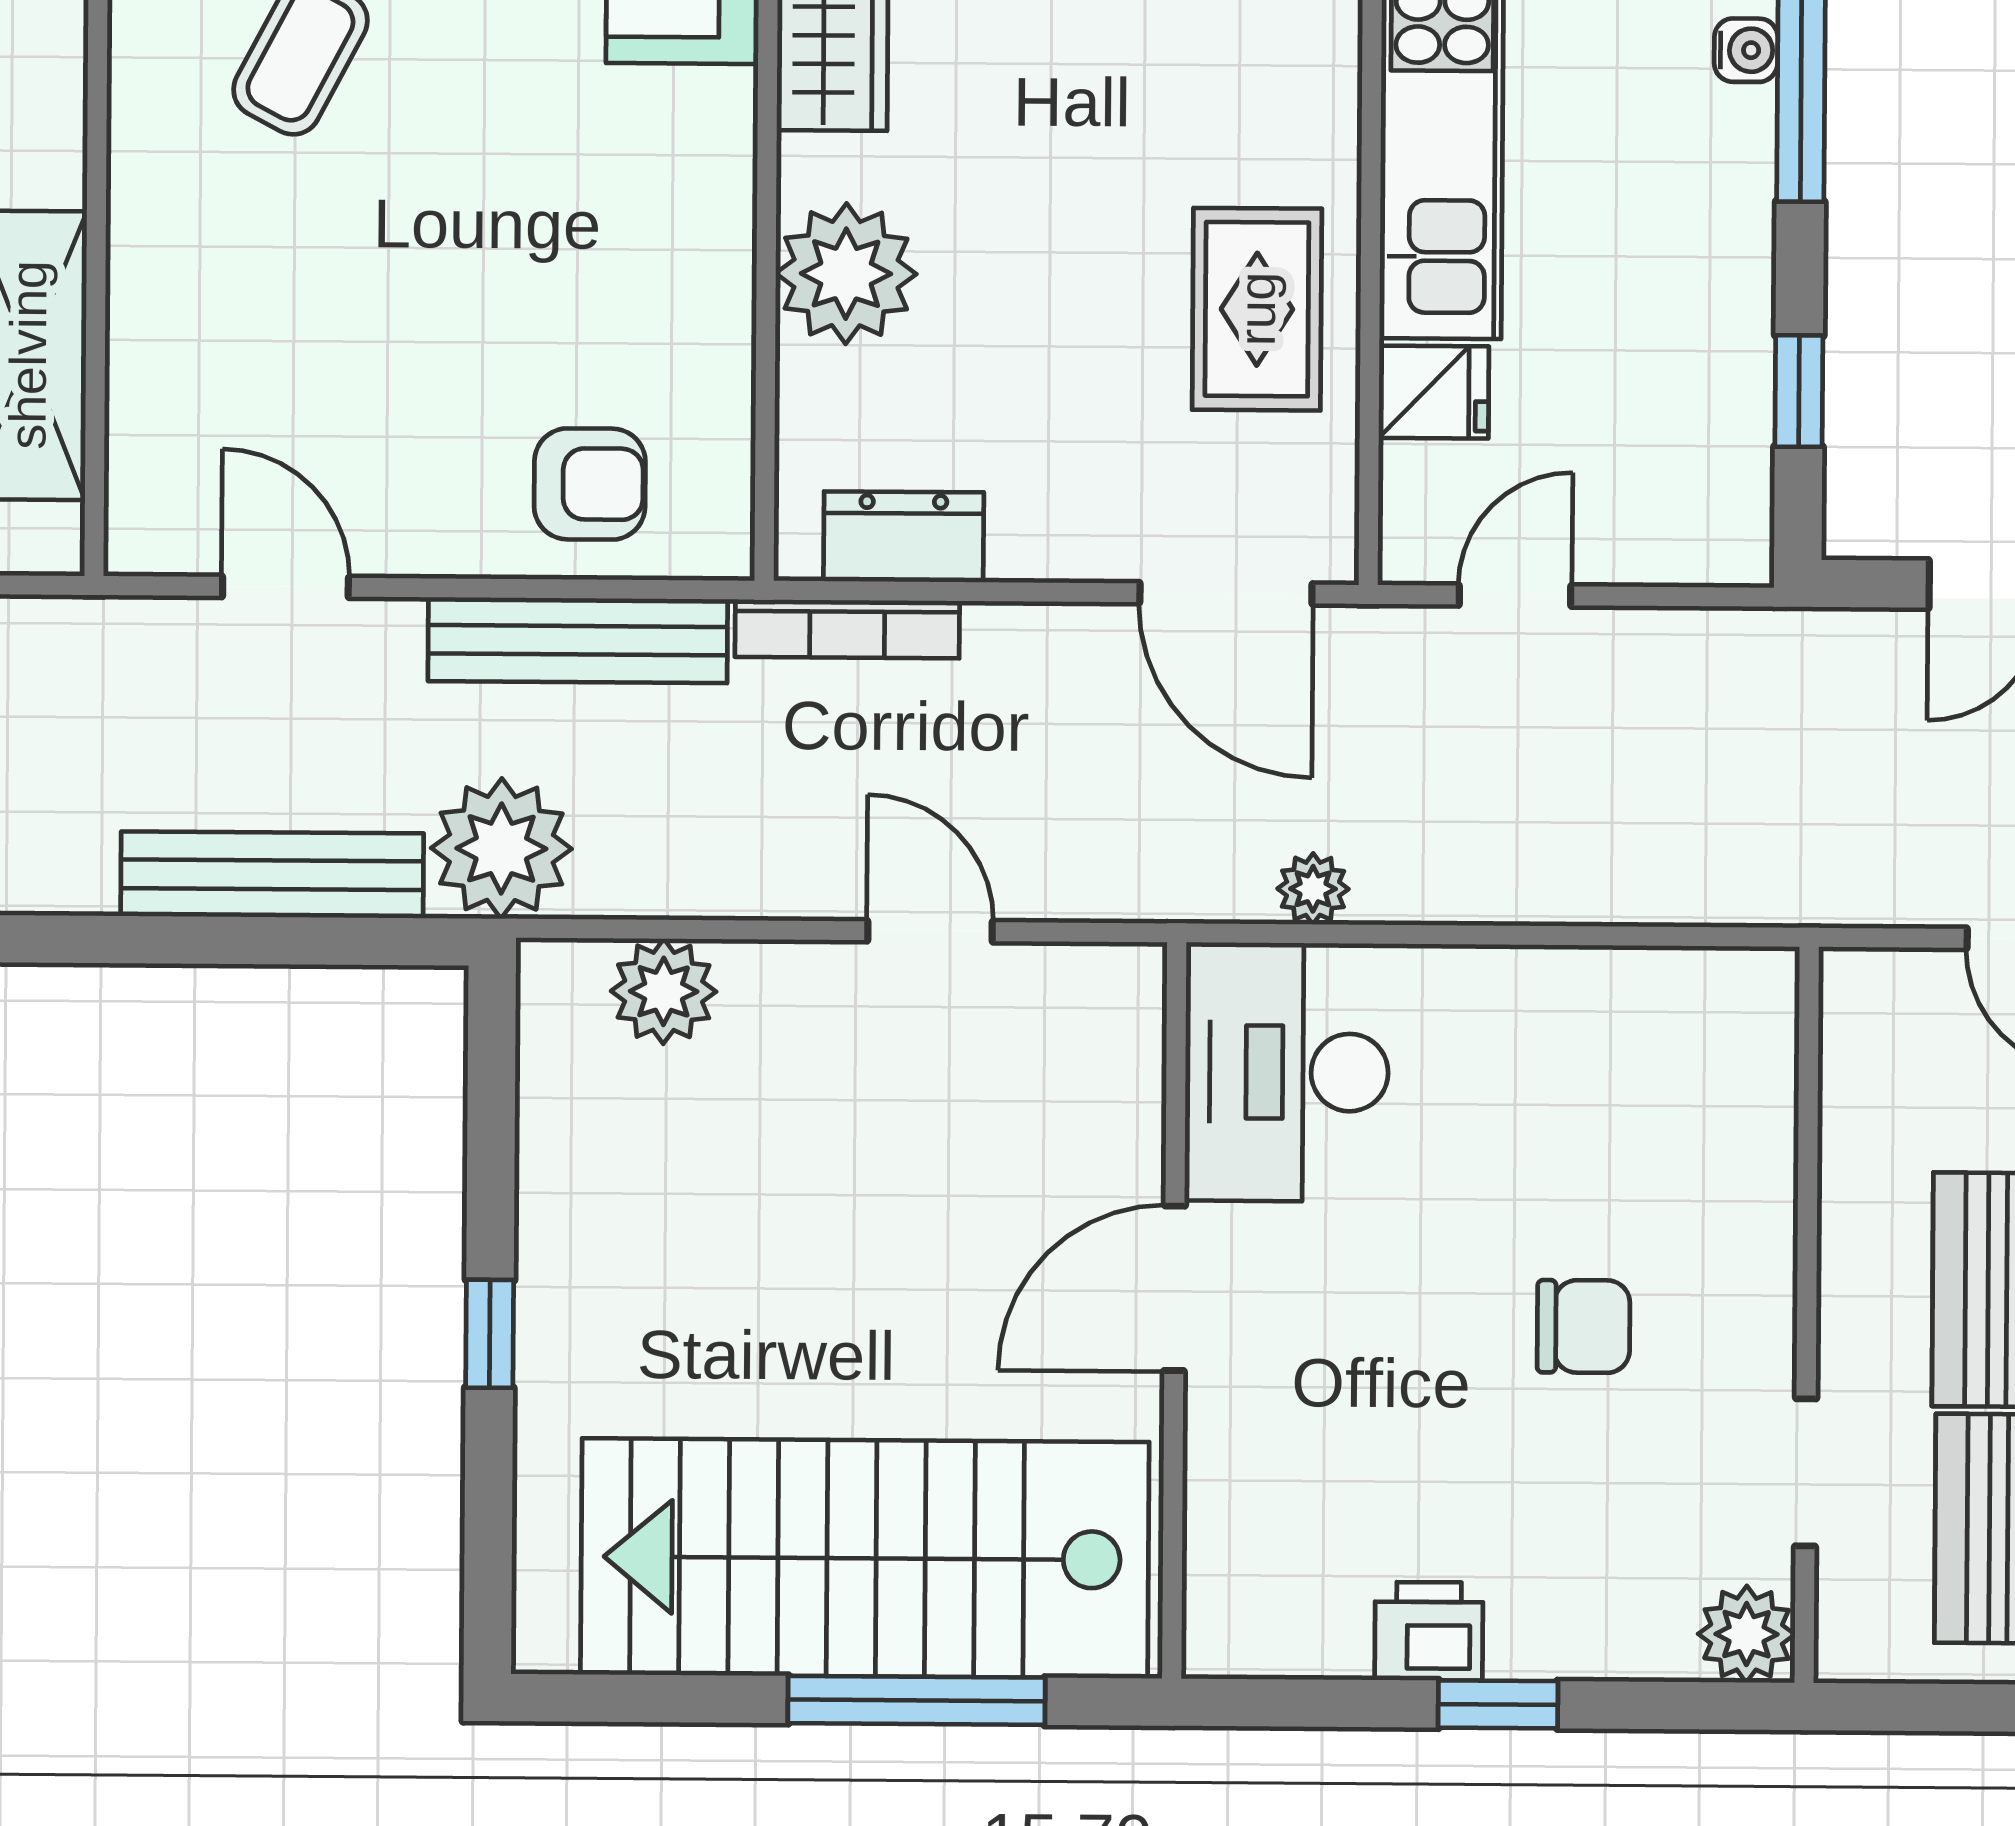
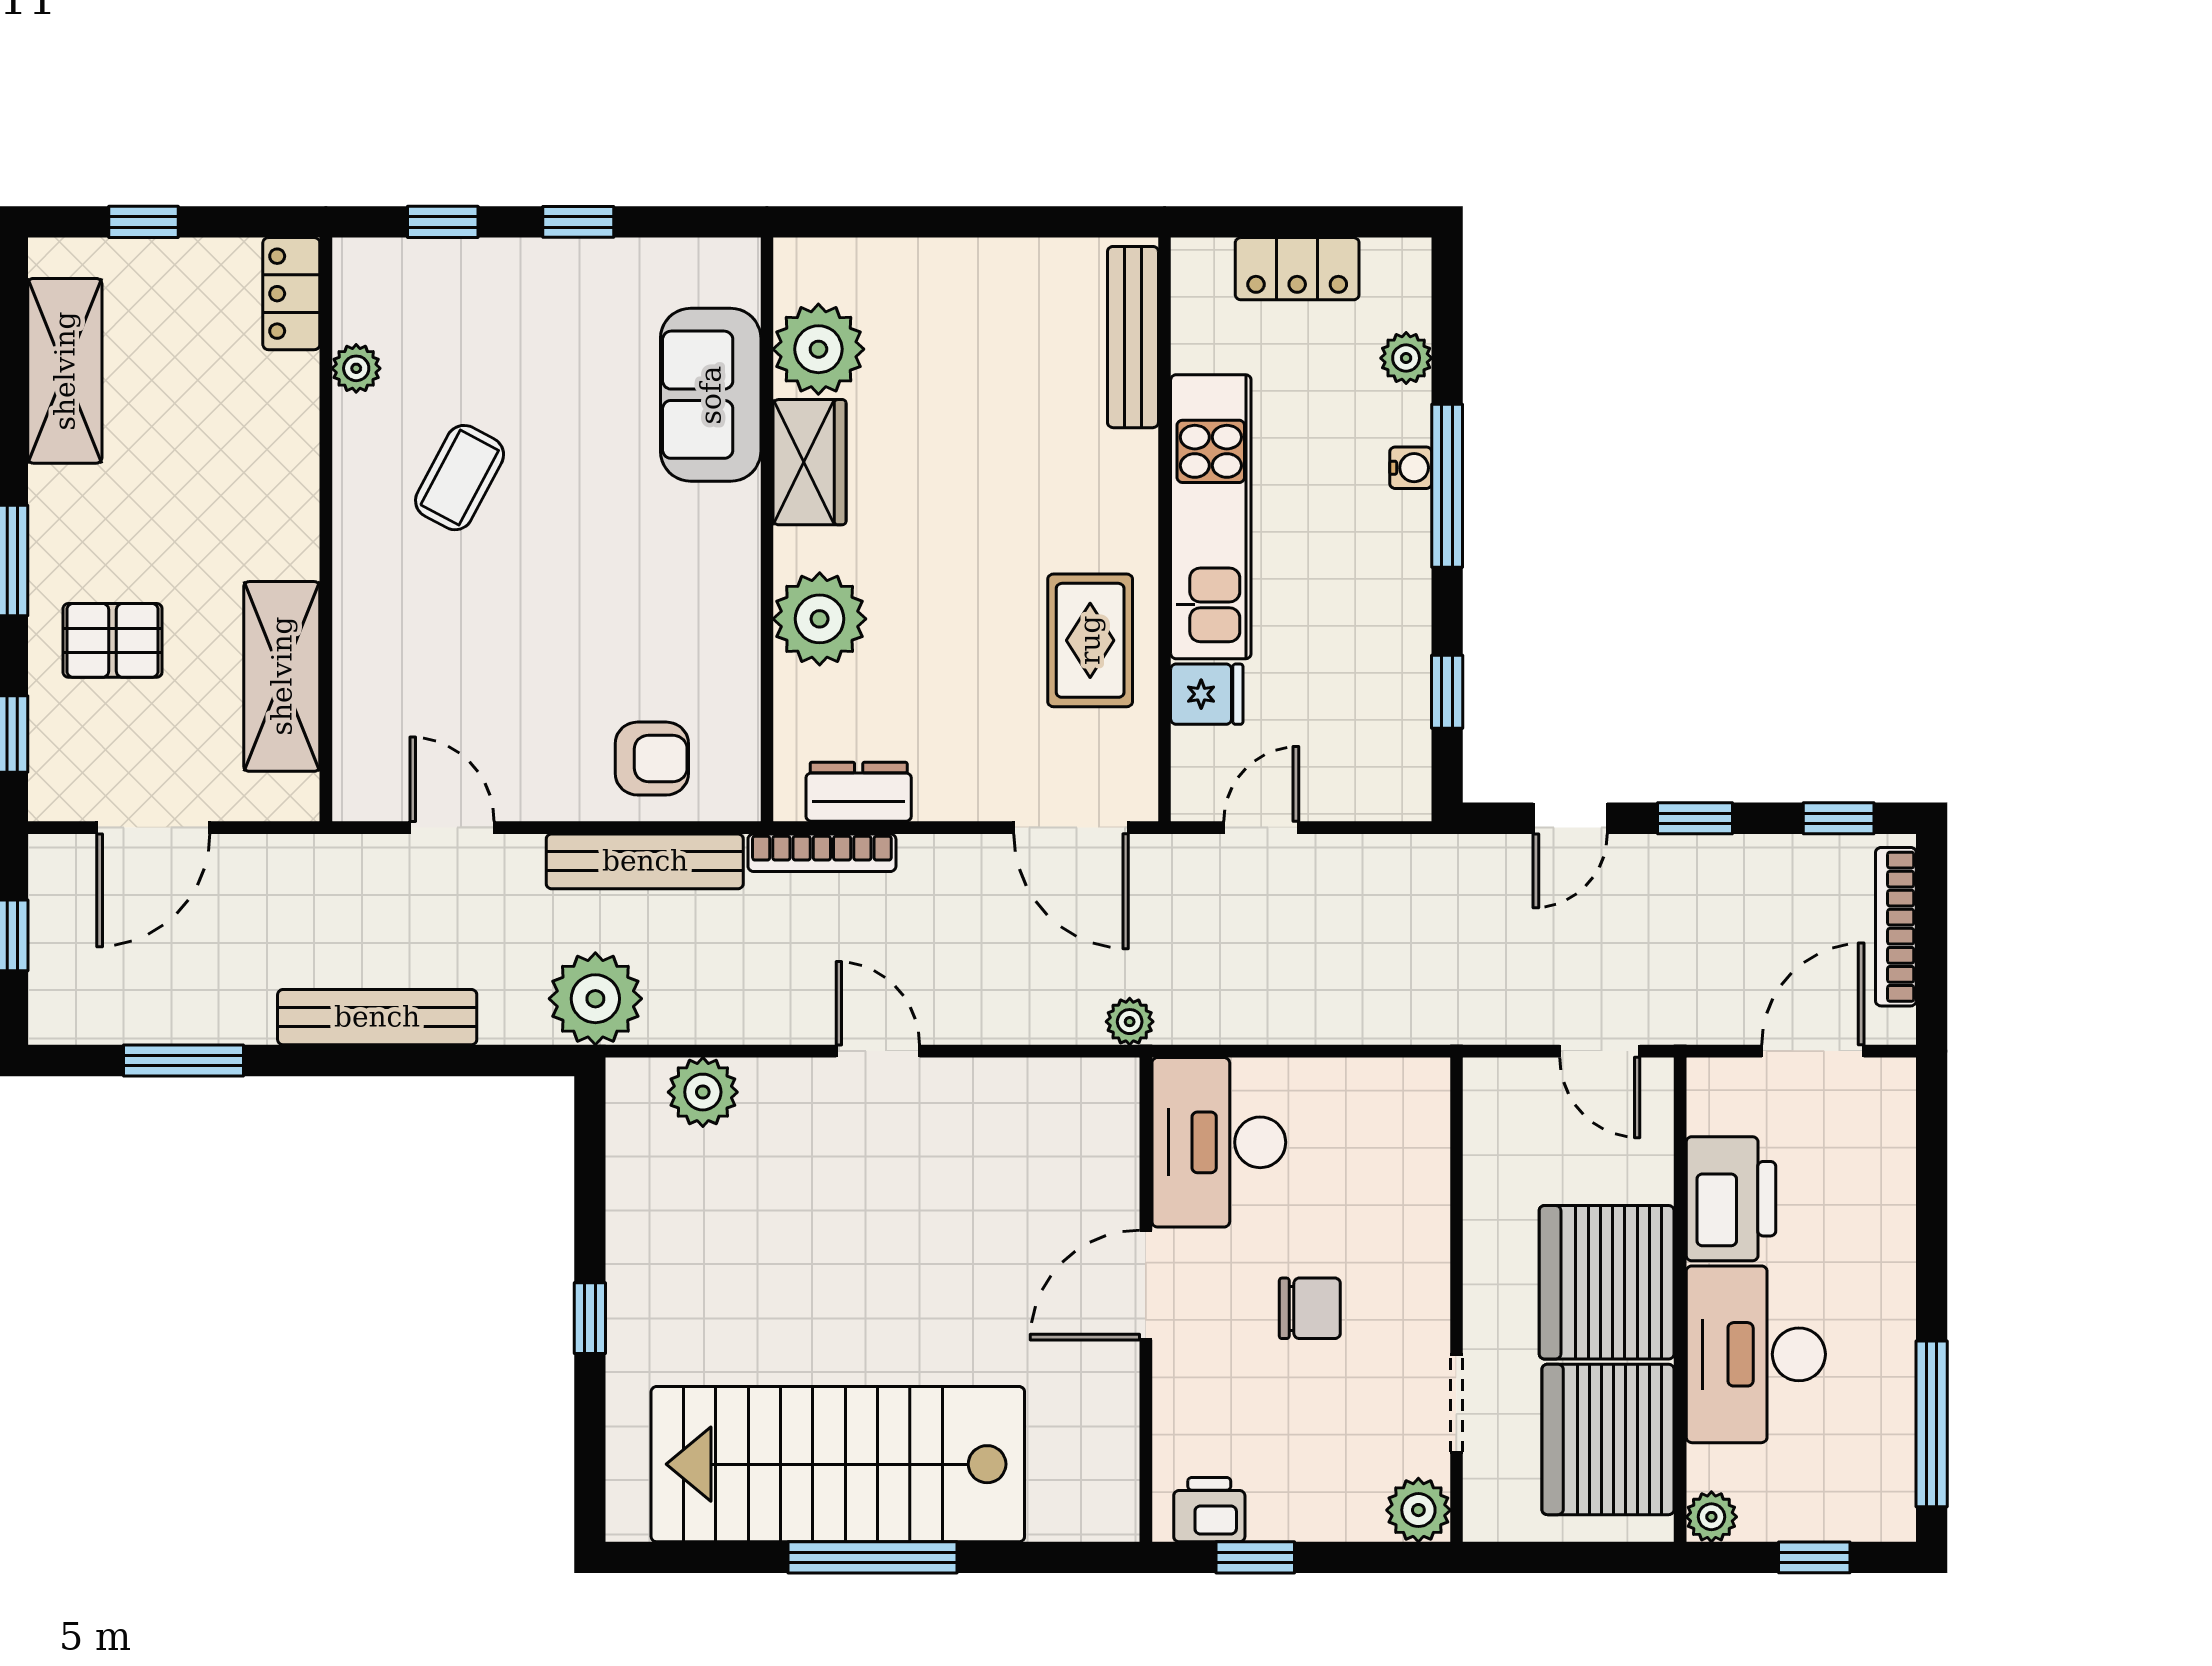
bench: (272, 875) -> (377, 1017), moved
desk: (1287, 1072) -> (1219, 1142), moved
door: (1174, 1288) -> (1146, 1285), moved
wall: (1174, 1310) -> (1146, 1300), moved

